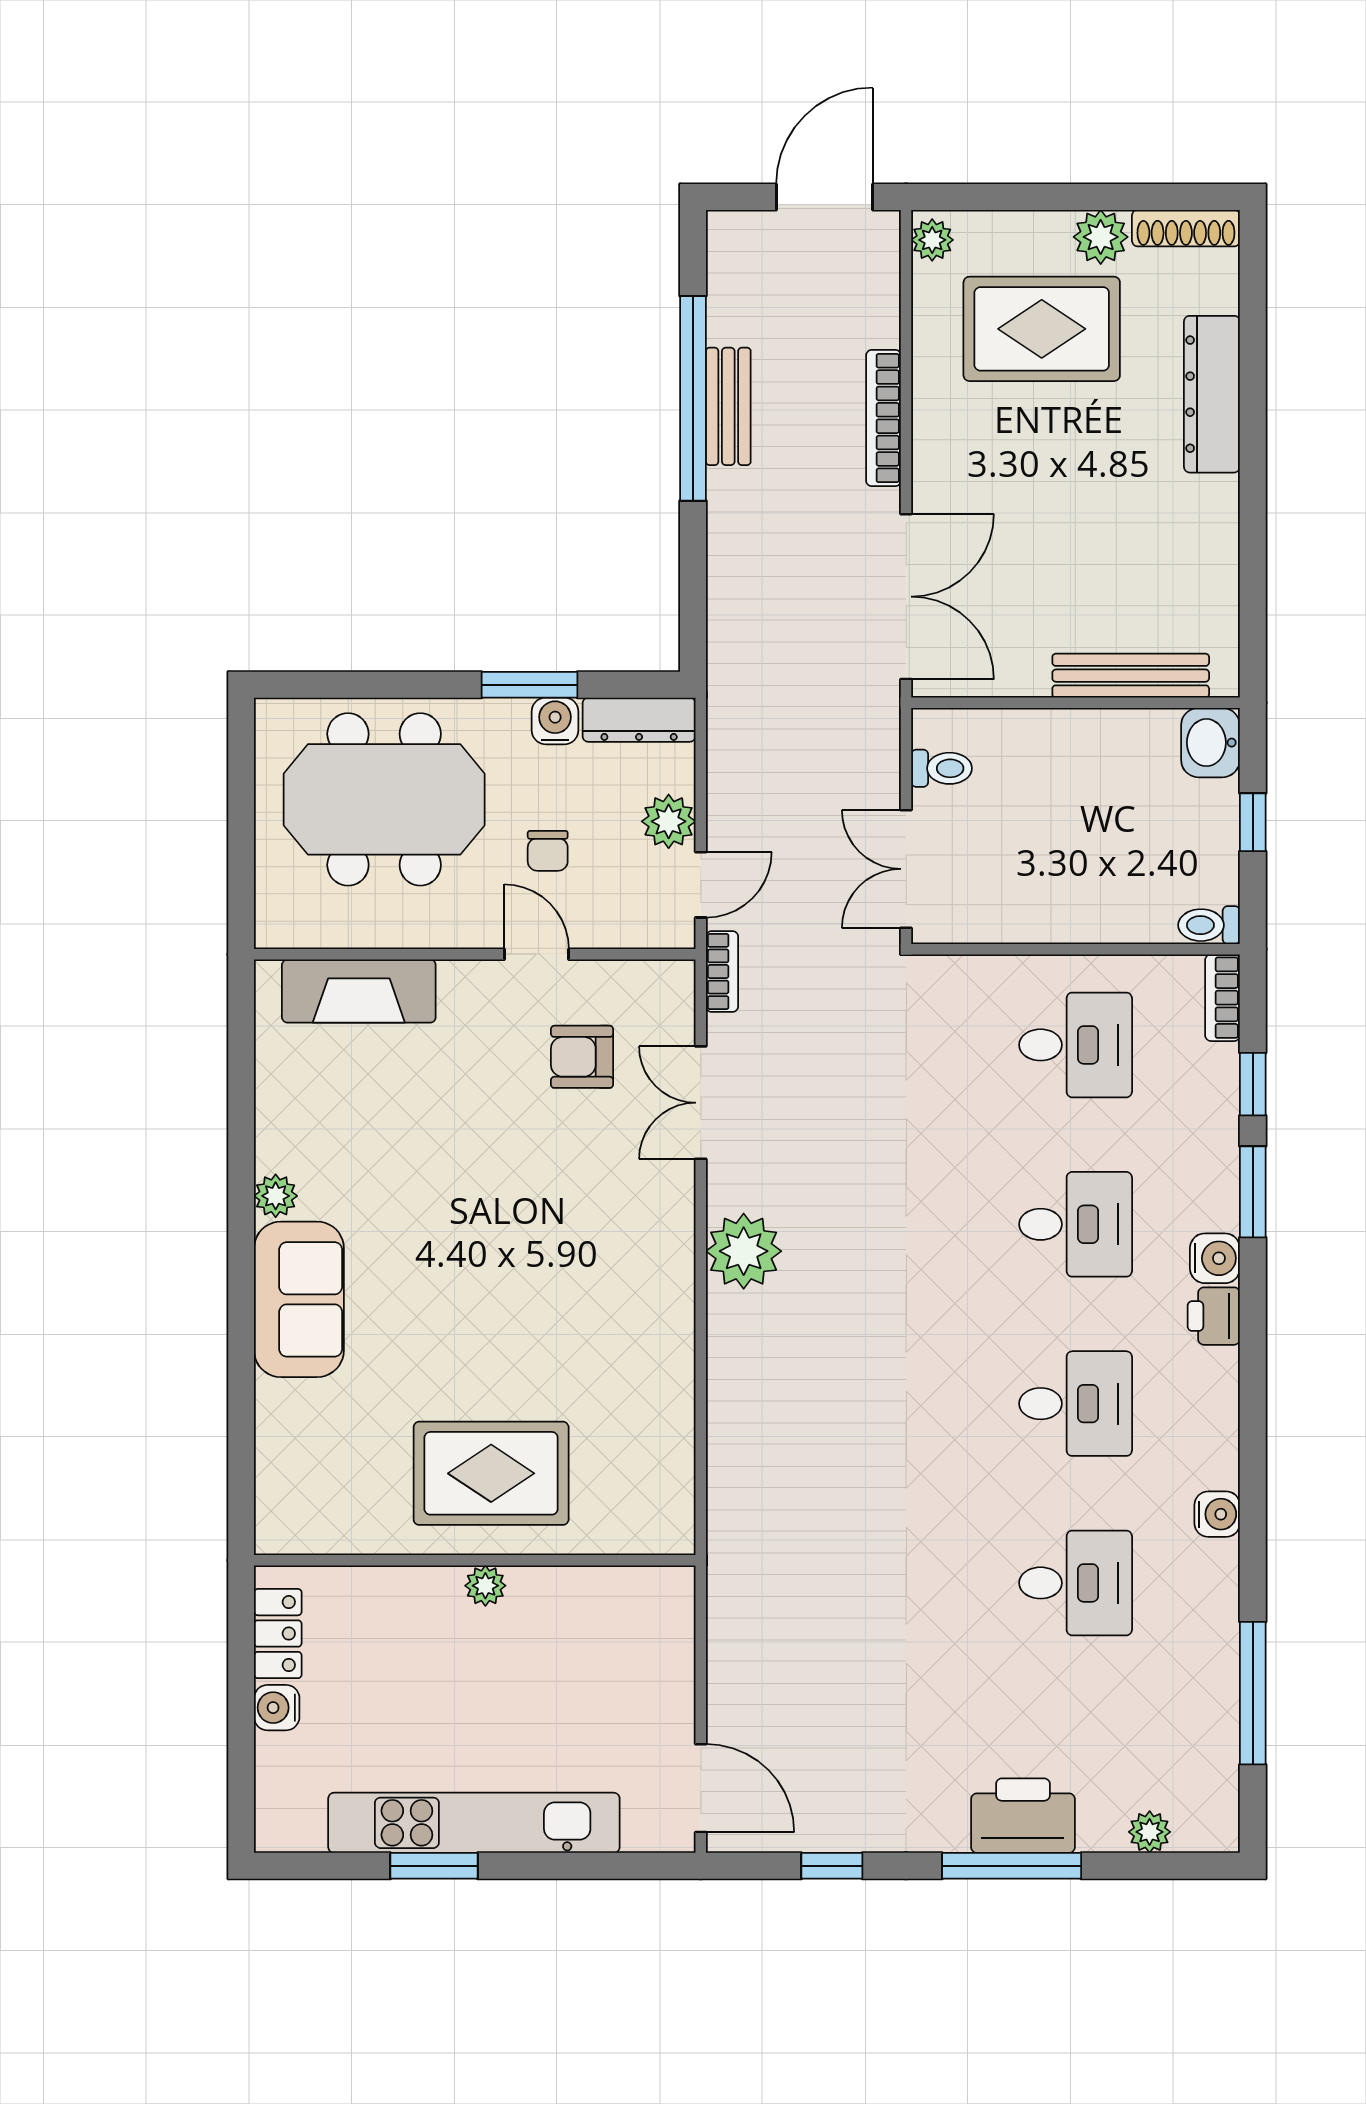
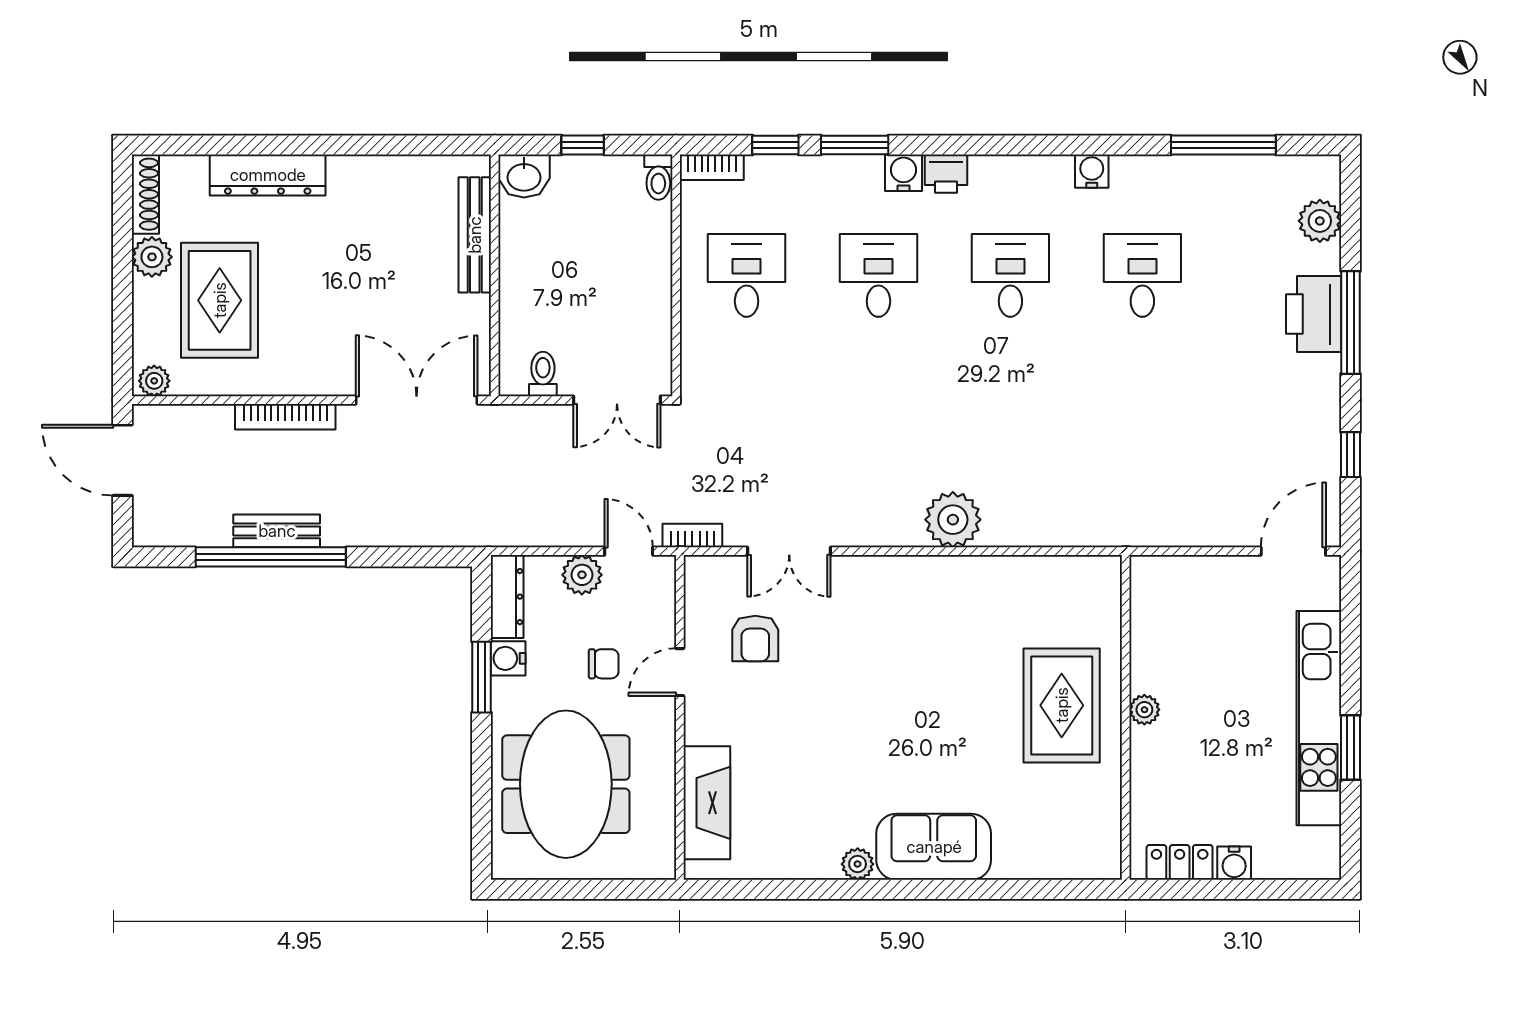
plant: (744, 1251) -> (953, 520), moved
plant: (1150, 1832) -> (1320, 221), width x1.38, depth x1.38

